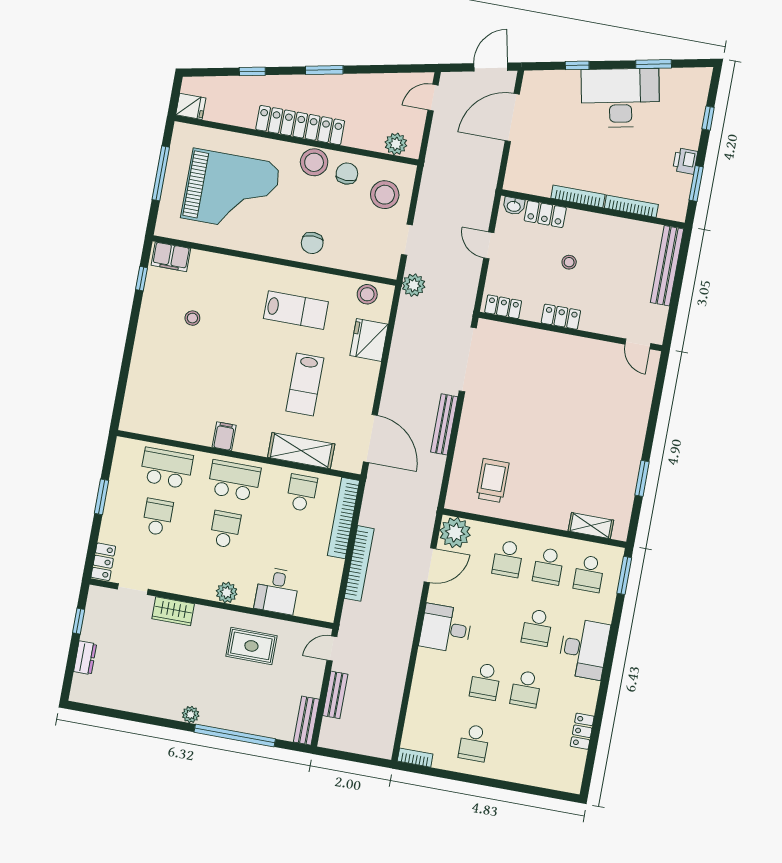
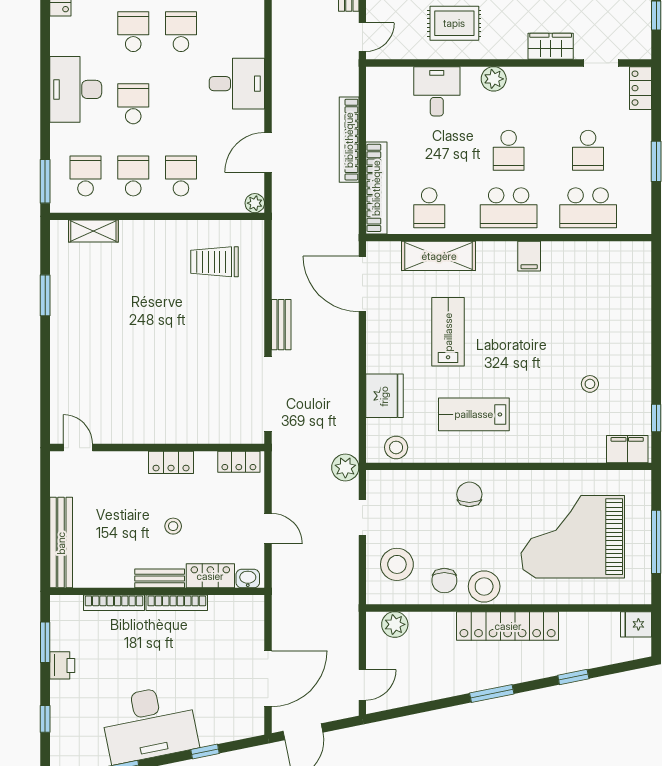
bench: (589, 220) -> (160, 578), added
bench: (444, 424) -> (281, 325), width x0.73
trolley: (493, 481) -> (215, 262), turned 90
plant: (455, 533) -> (255, 203), width x0.53, depth x0.53

